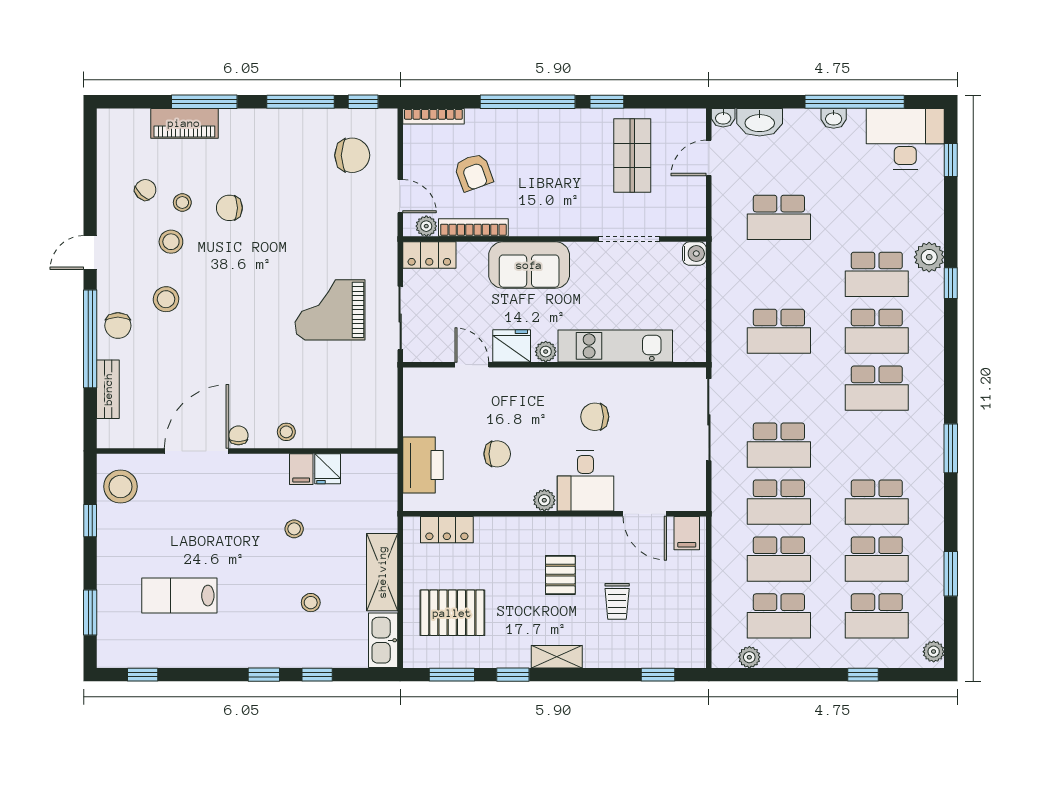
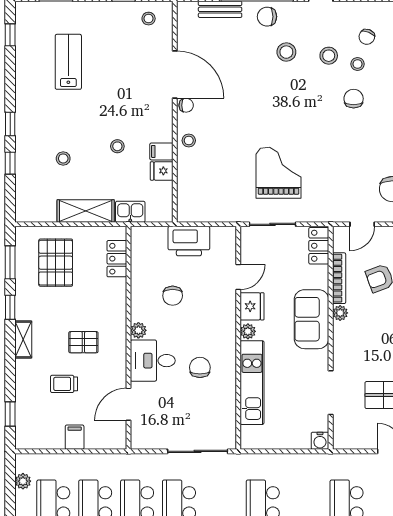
chair: (145, 190) -> (367, 37), turned 67
plant: (426, 226) -> (340, 313), moved
printer: (423, 465) -> (189, 241), moved
stool: (121, 487) -> (149, 19), width x0.53, depth x0.53
filing cabinet: (687, 533) -> (75, 437), moved, turned 90
kitchen sink: (383, 640) -> (130, 212), moved, width x0.73

